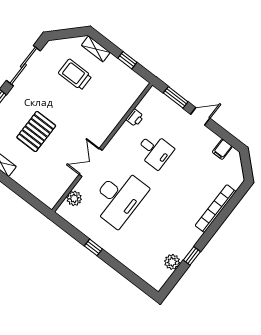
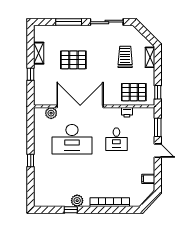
window: (127, 60) -> (158, 92), moved
pallet: (119, 94) -> (134, 92), added
double door: (91, 162) -> (80, 106), width x1.87
window: (17, 188) -> (31, 74), added
window: (93, 247) -> (31, 161), moved
plant: (172, 262) -> (77, 201), moved

